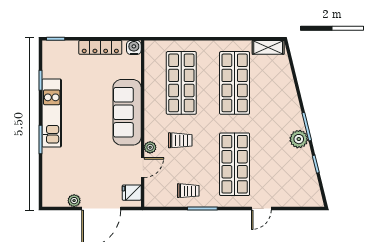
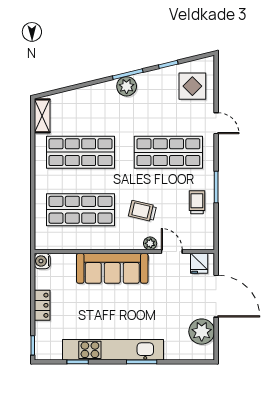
locker: (100, 47) -> (42, 305), width x0.66
kitchen unit: (52, 113) -> (113, 350), width x1.36
plant: (299, 139) -> (127, 86), moved
trolley: (180, 140) -> (143, 211), turned -77
display table: (296, 186) -> (192, 86), added
plant: (74, 201) -> (202, 332), width x1.87, depth x1.87

